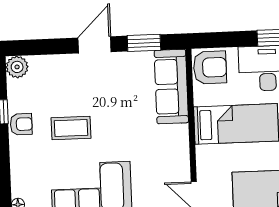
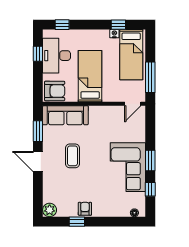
armchair: (210, 67) -> (55, 91), turned 90
coffee table: (71, 128) -> (72, 156), moved

